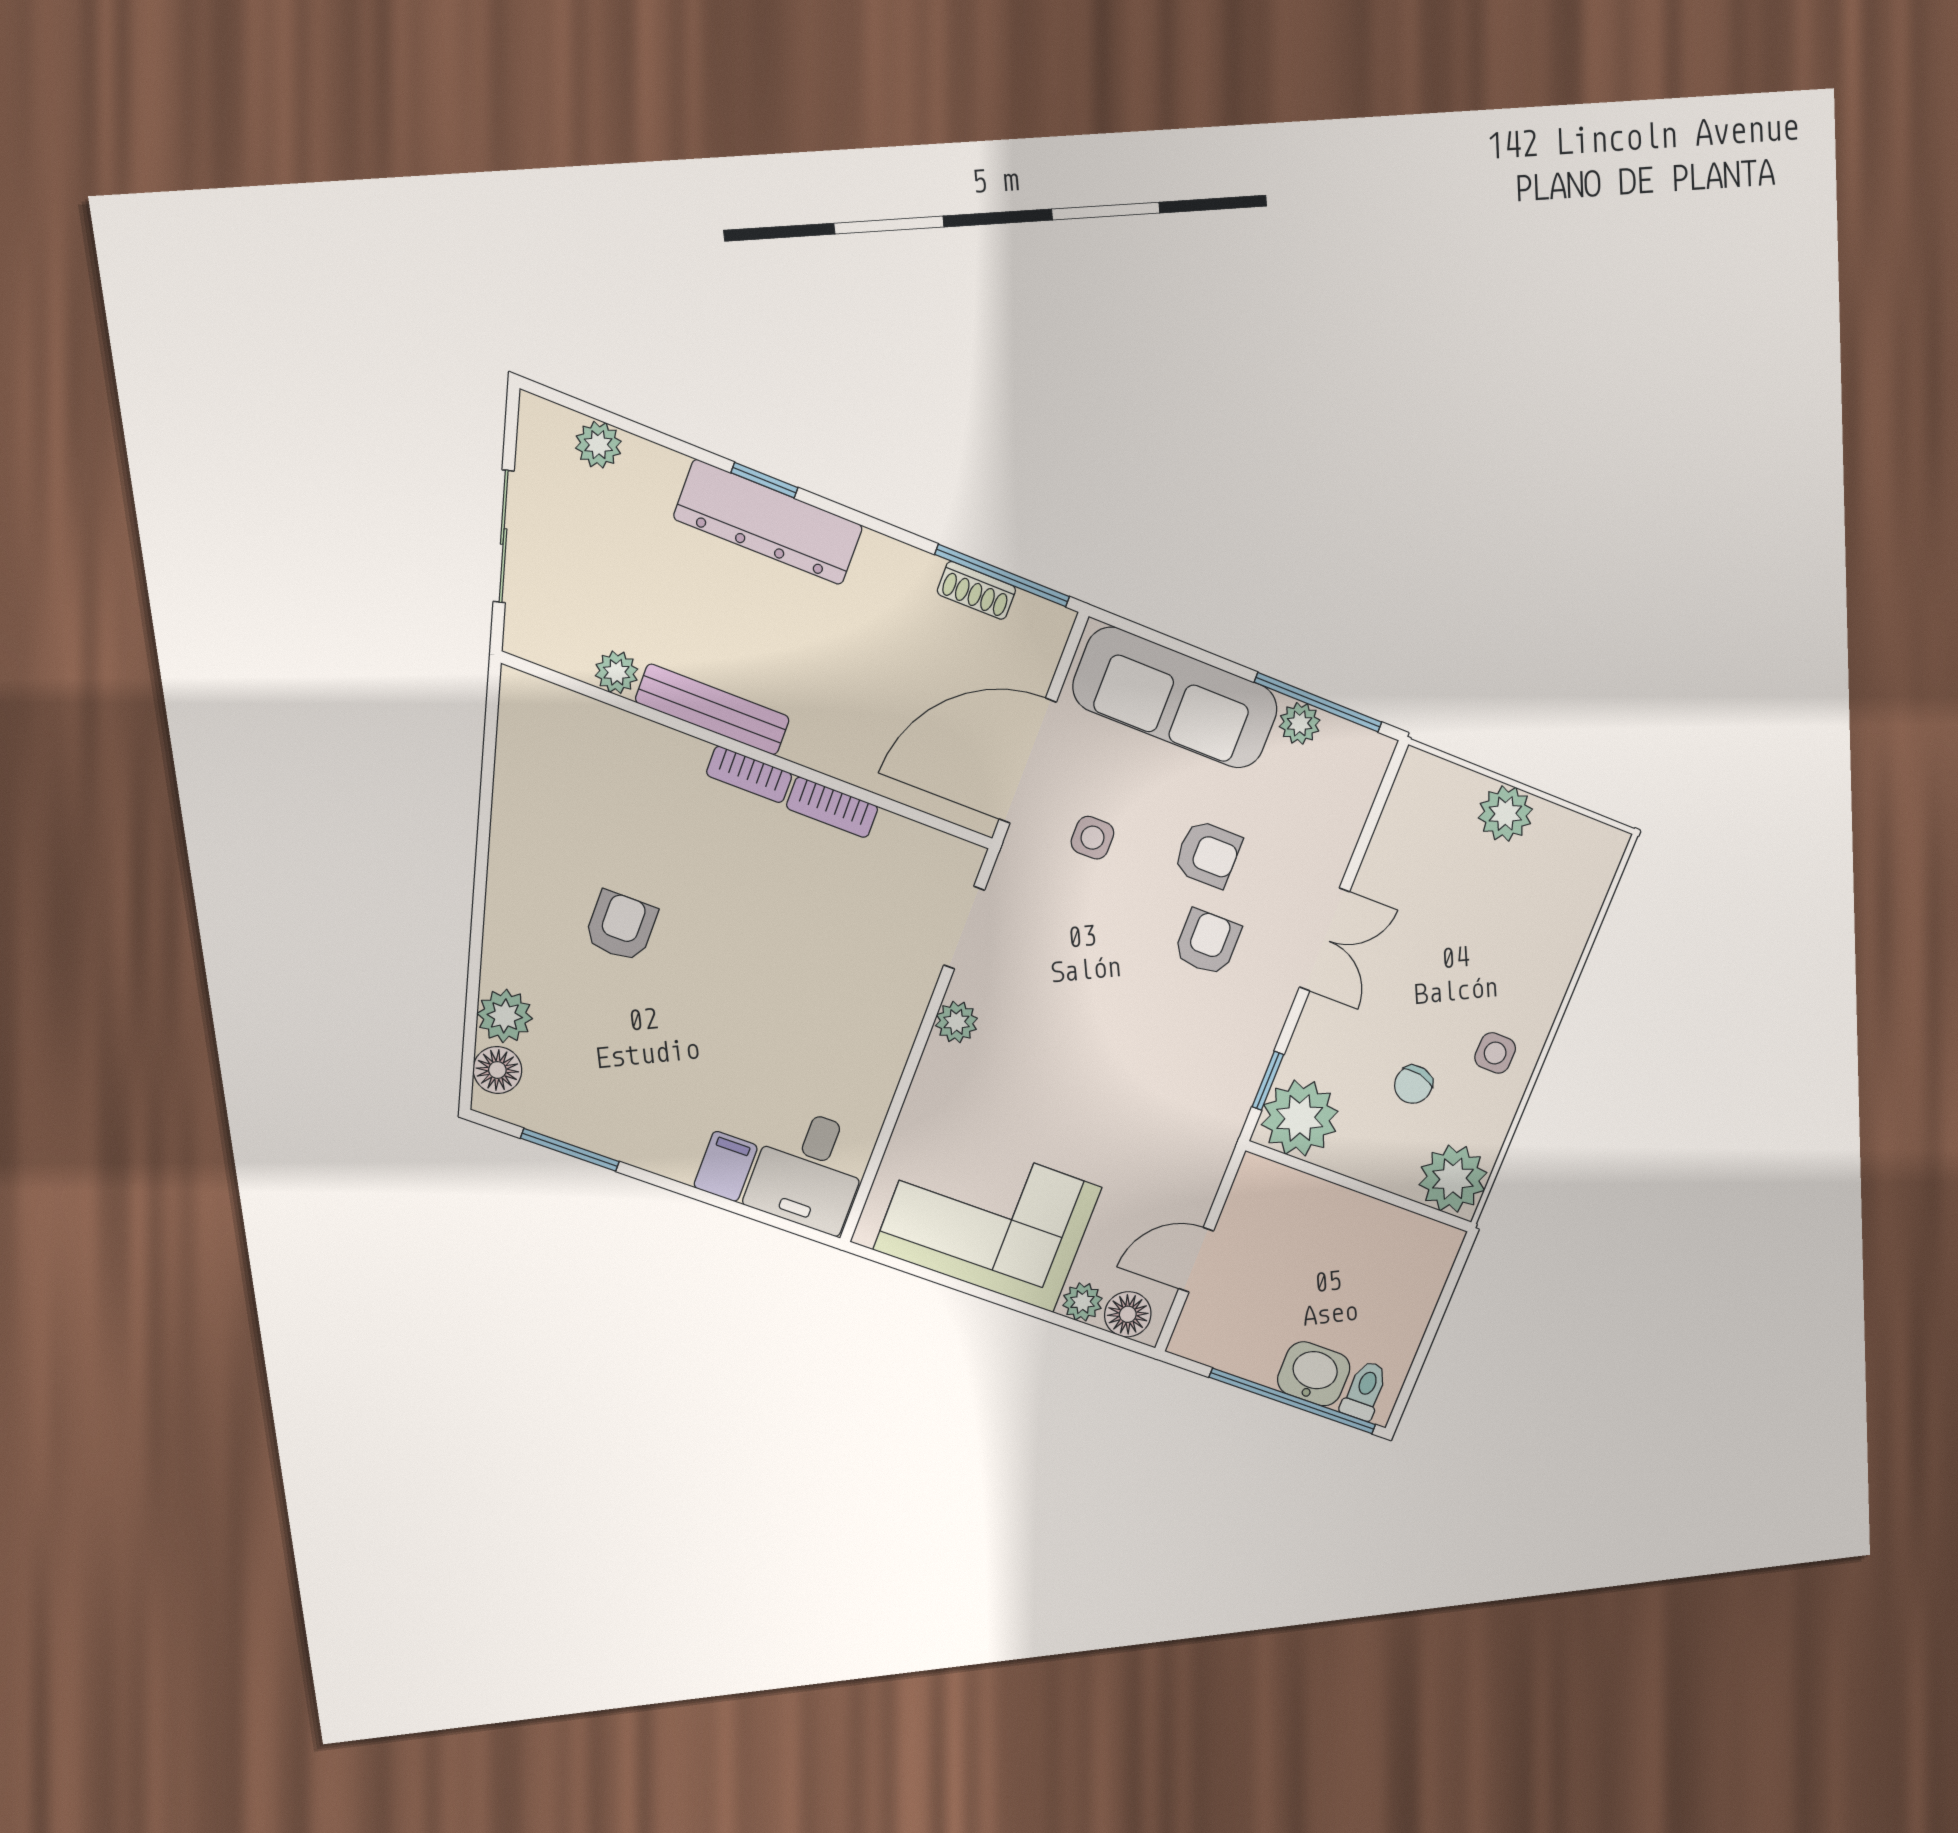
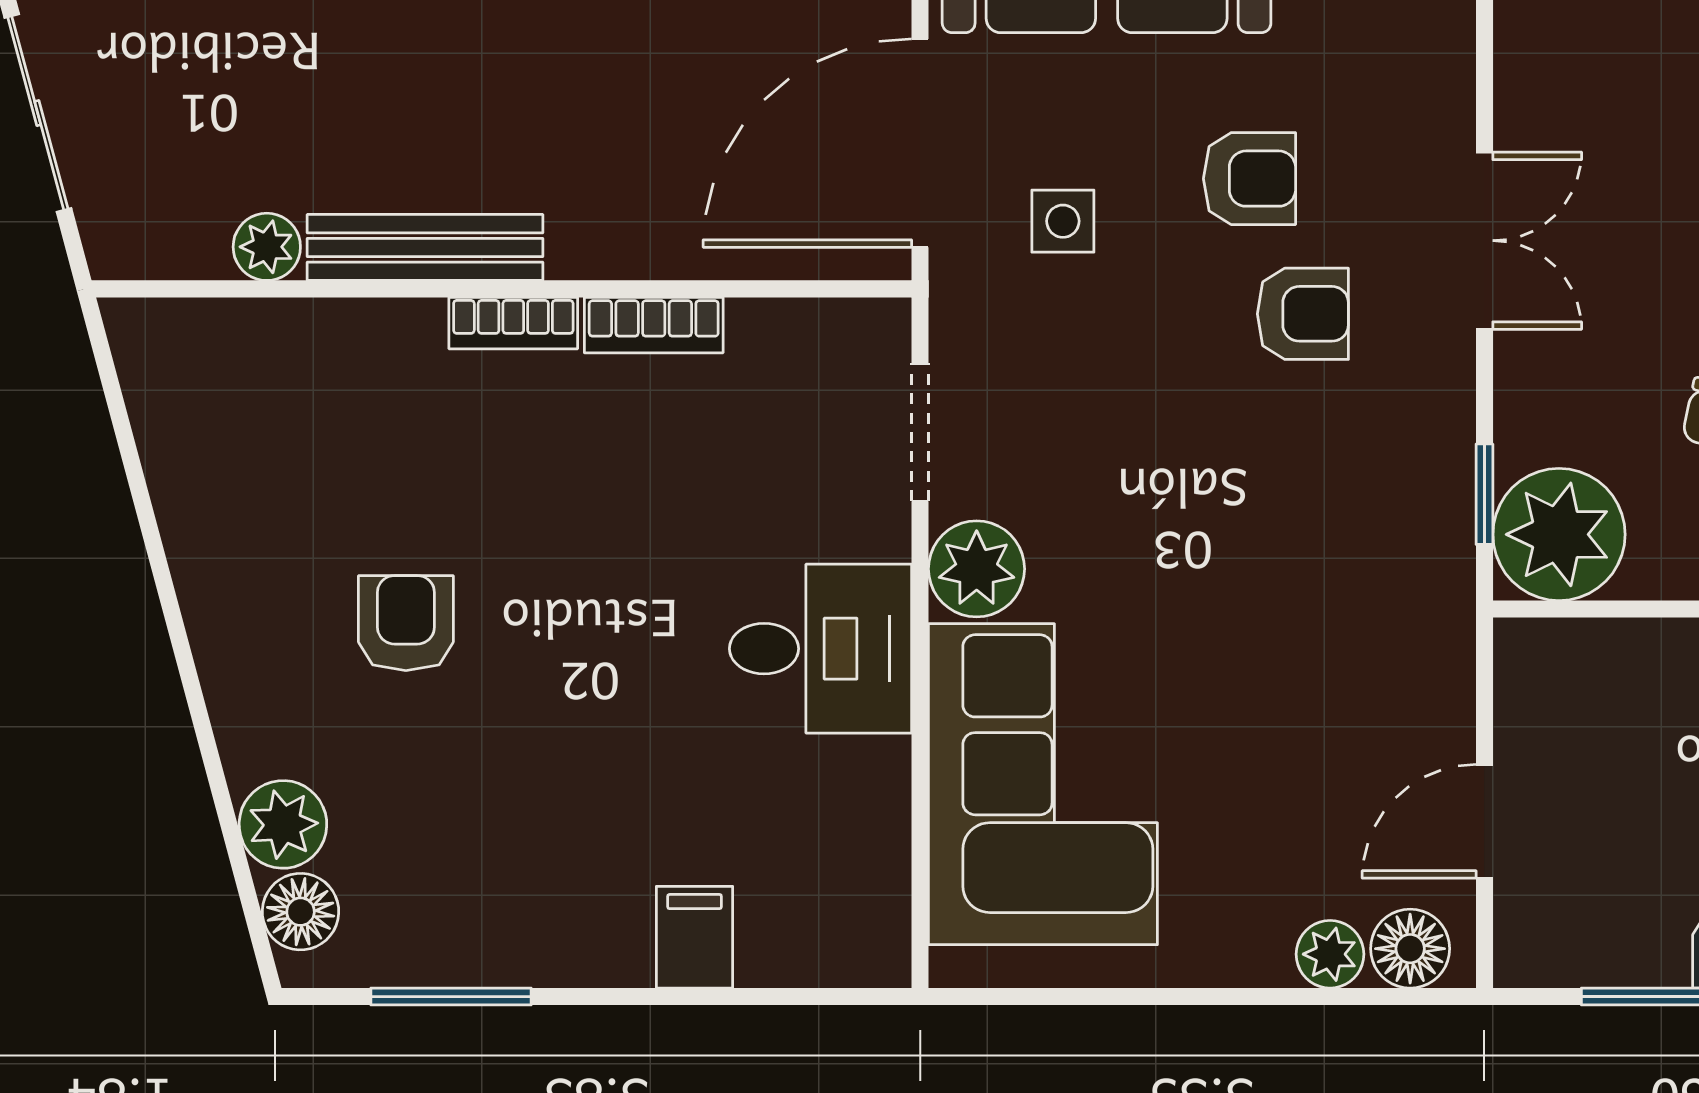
armchair: (1207, 942) -> (1303, 314), turned 90
plant: (956, 1022) -> (977, 569), width x1.38, depth x1.38
desk: (809, 1170) -> (821, 649), moved, turned -90
corner sofa: (988, 1218) -> (1043, 784), moved, turned 90

